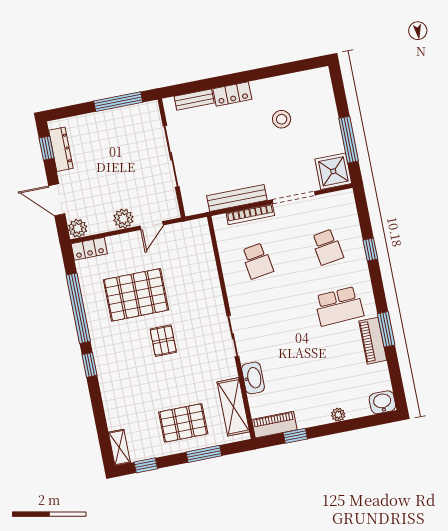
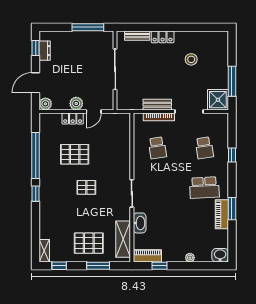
dresser: (61, 149) -> (45, 51), width x0.70
bench: (237, 198) -> (157, 105), width x0.73
door: (57, 200) -> (36, 83), hinge flipped
locker: (89, 249) -> (73, 119), moved
pallet: (136, 295) -> (75, 154), width x0.73, depth x0.71
pallet: (163, 341) -> (86, 187), turned 90

